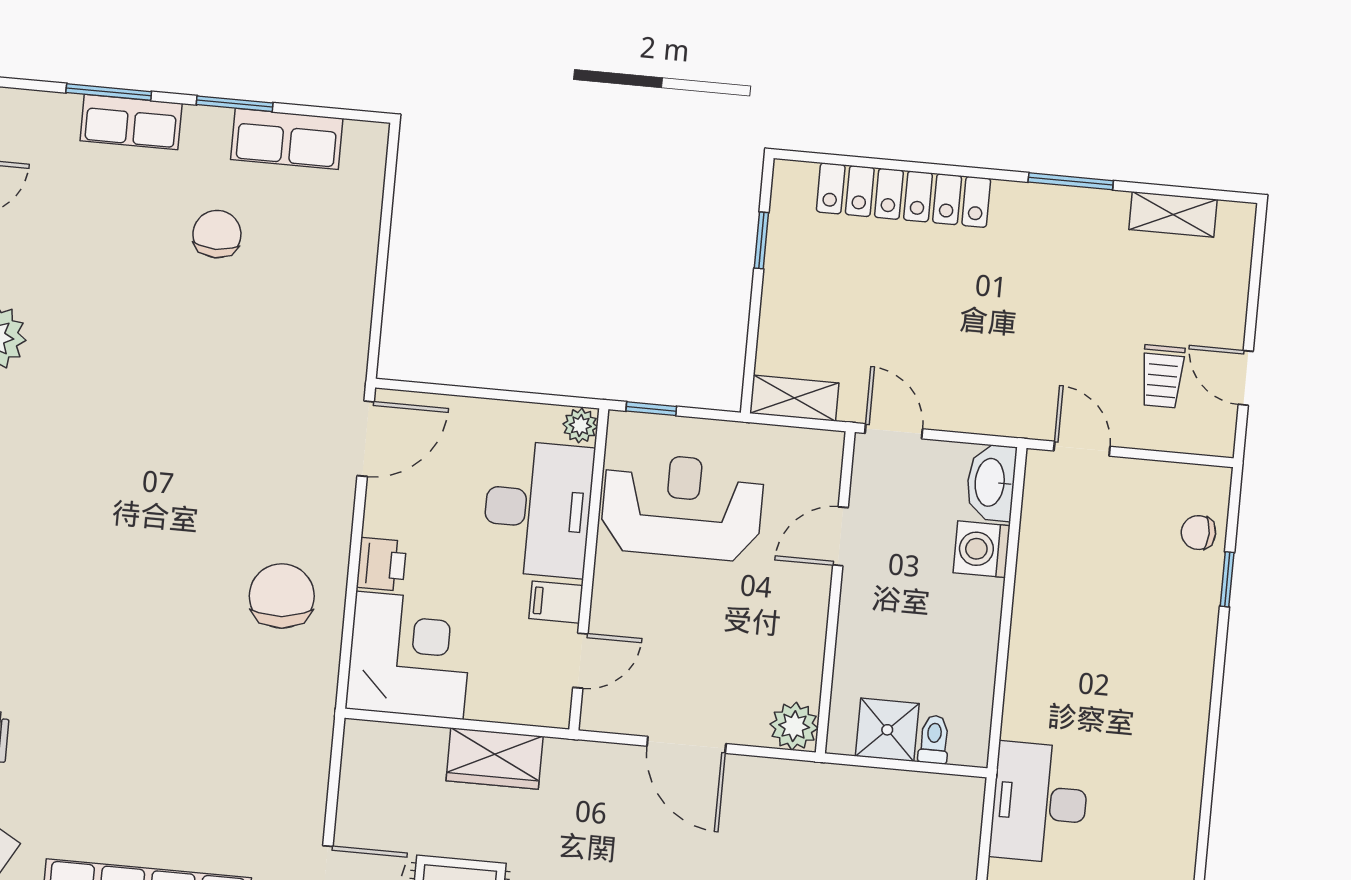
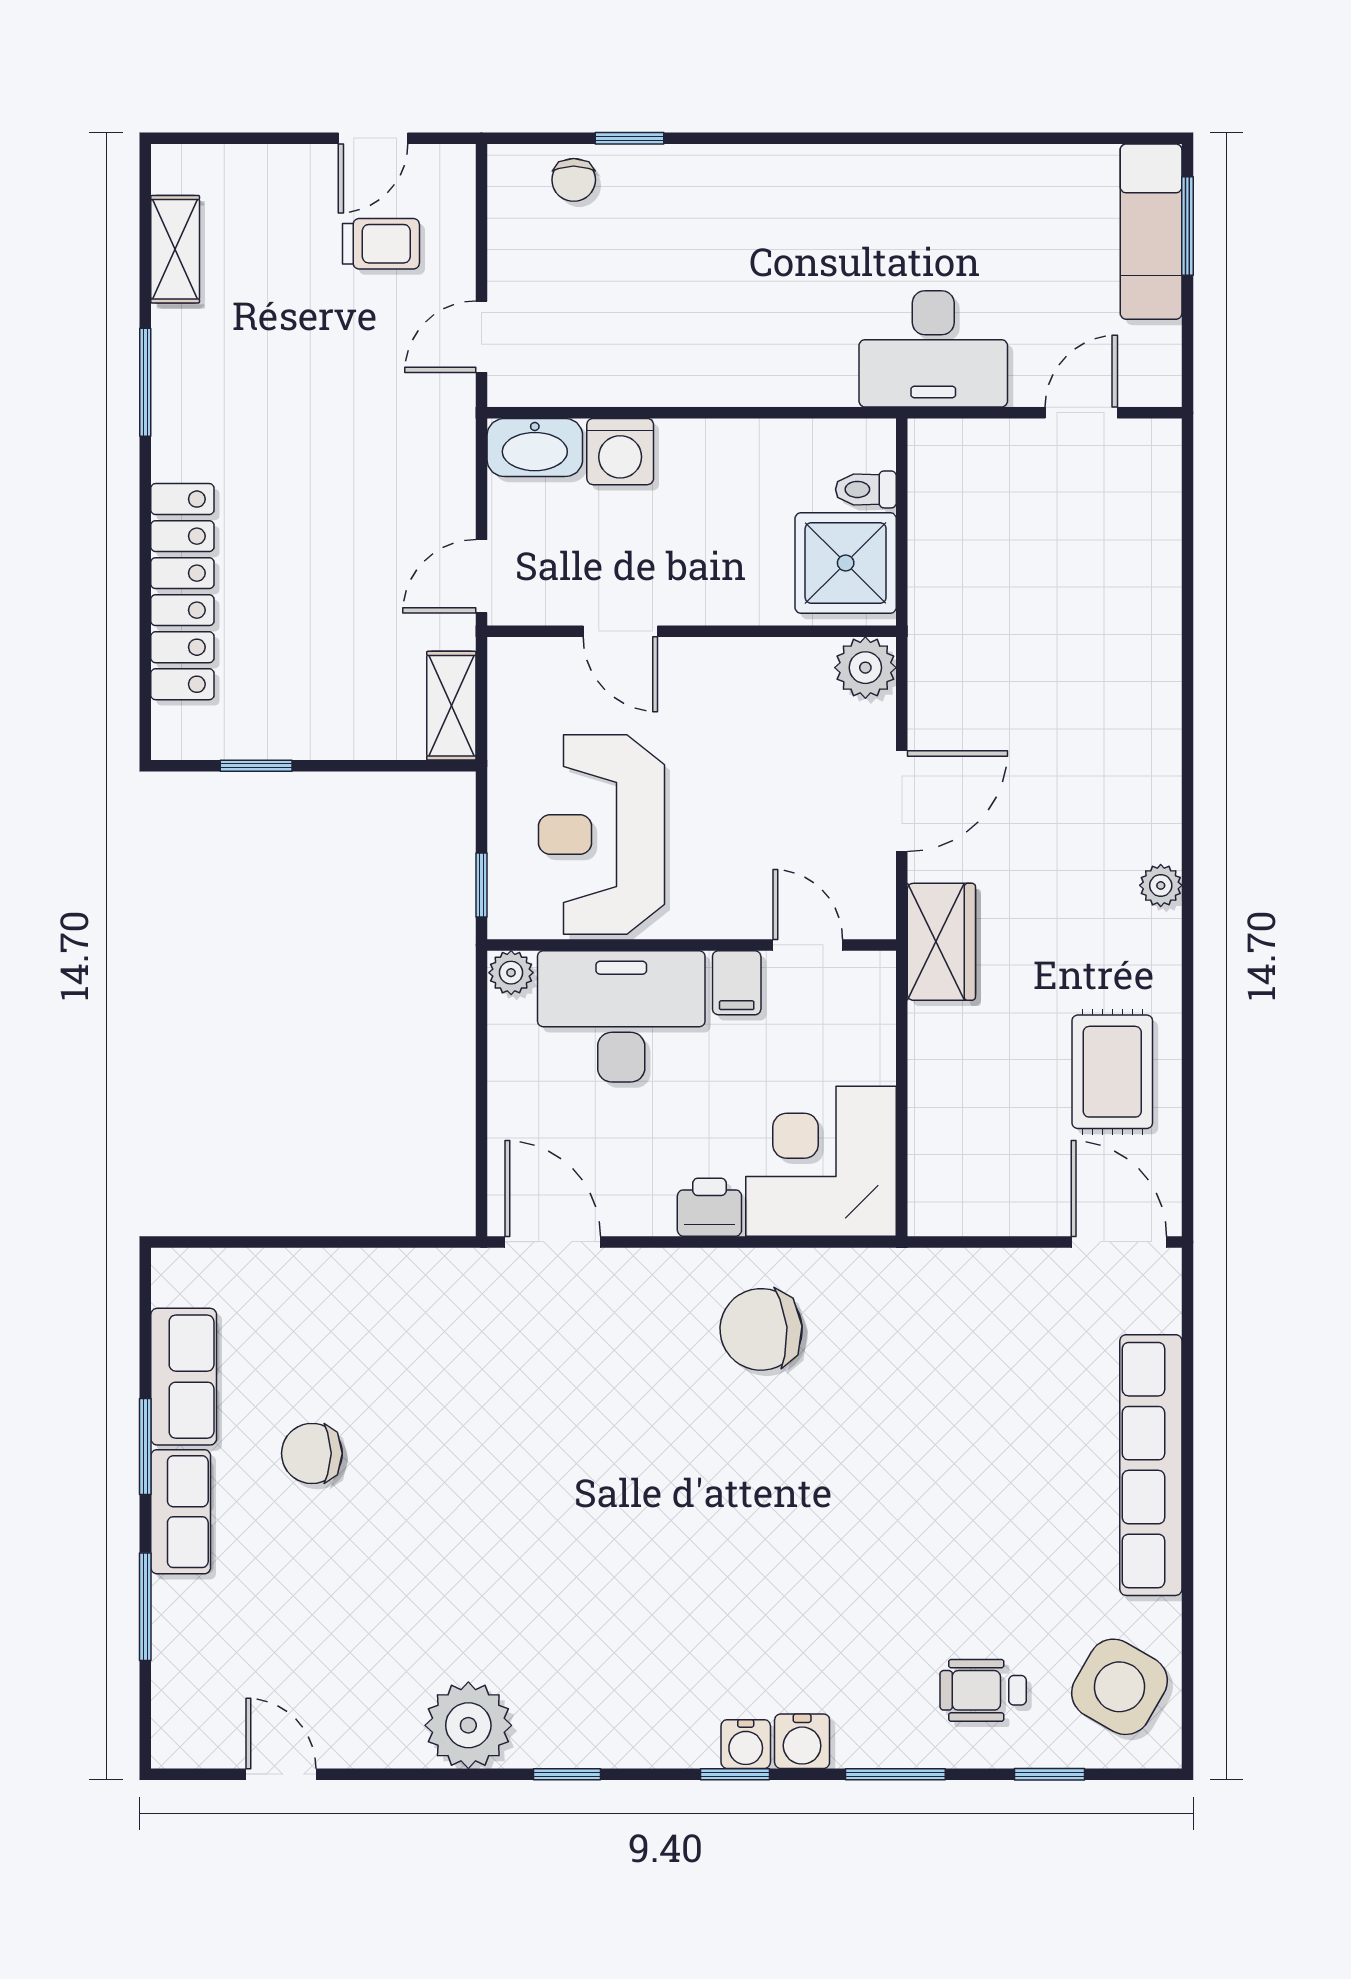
row of seats: (131, 122) -> (181, 1512), moved
shower: (887, 730) -> (846, 563), width x1.36, depth x1.36
wardrobe: (495, 758) -> (941, 942), moved

